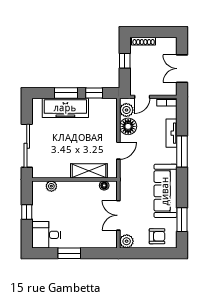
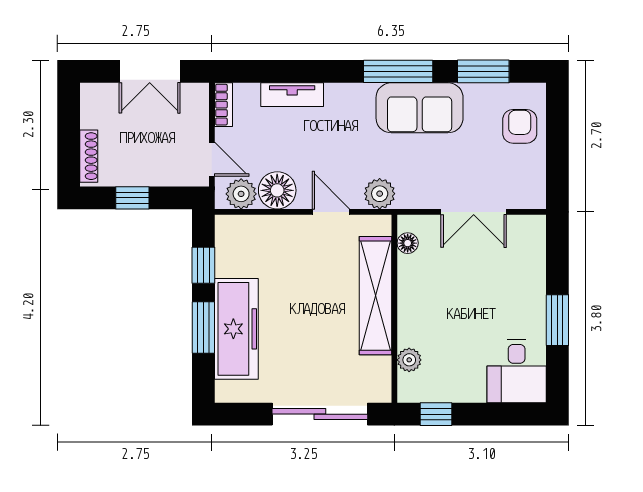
window: (182, 152) -> (398, 71), moved
shelving: (89, 171) -> (375, 296), width x1.47
sofa: (165, 191) -> (420, 108), width x0.73
window: (27, 212) -> (436, 414), moved
plant: (127, 241) -> (380, 194), moved

